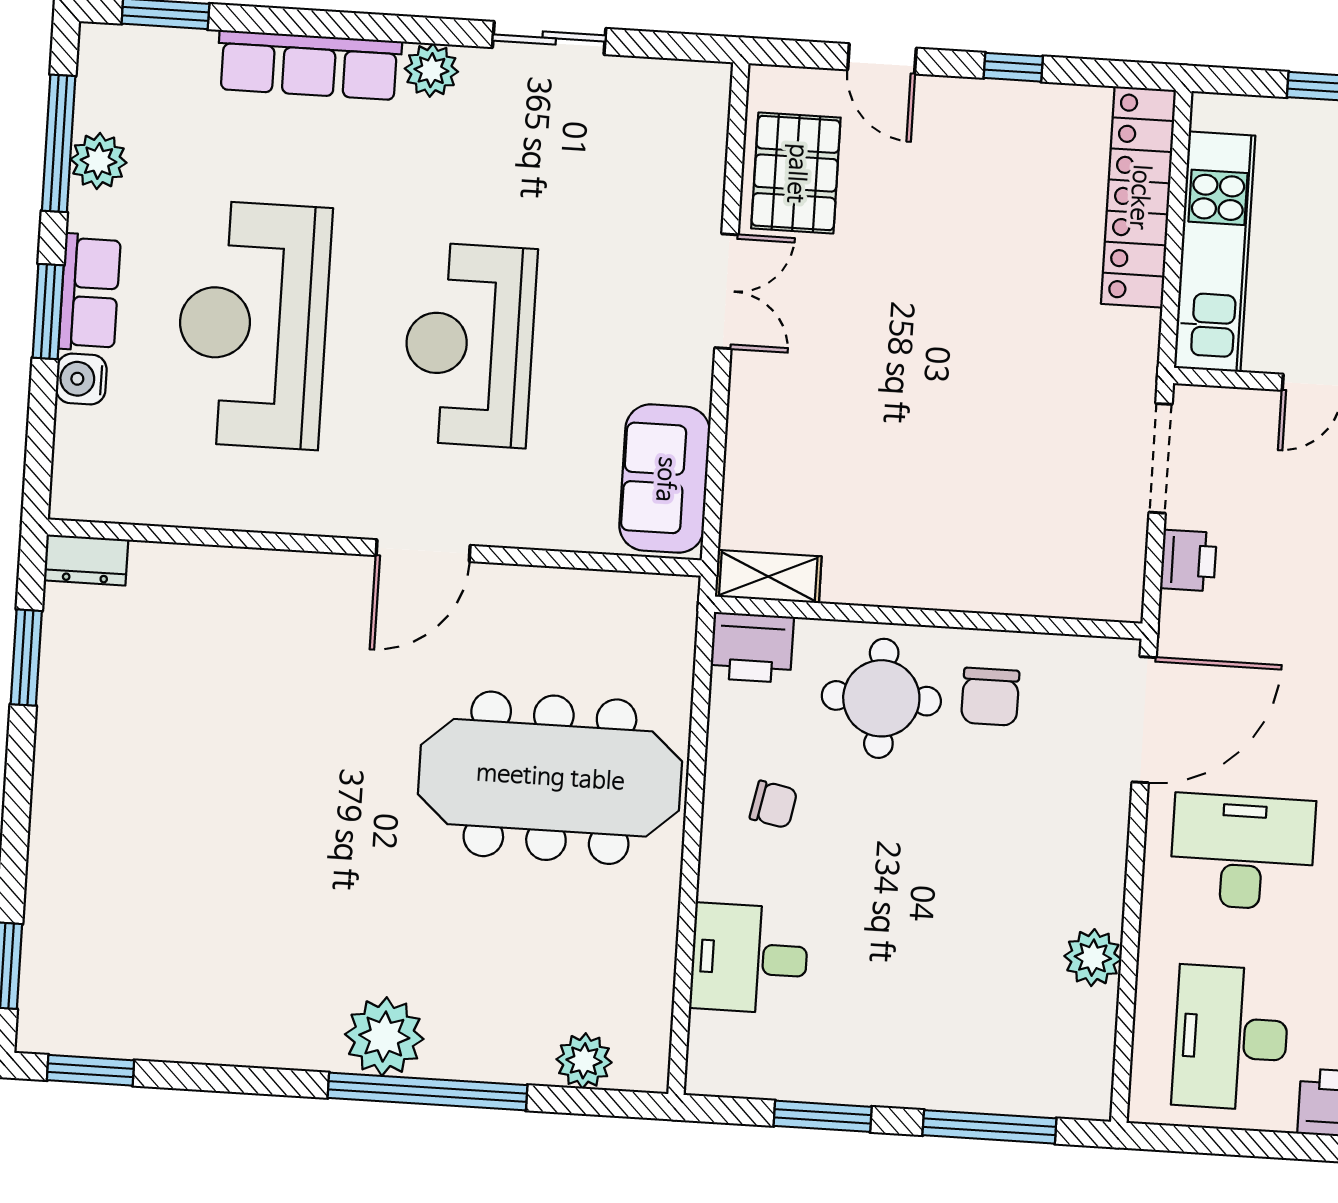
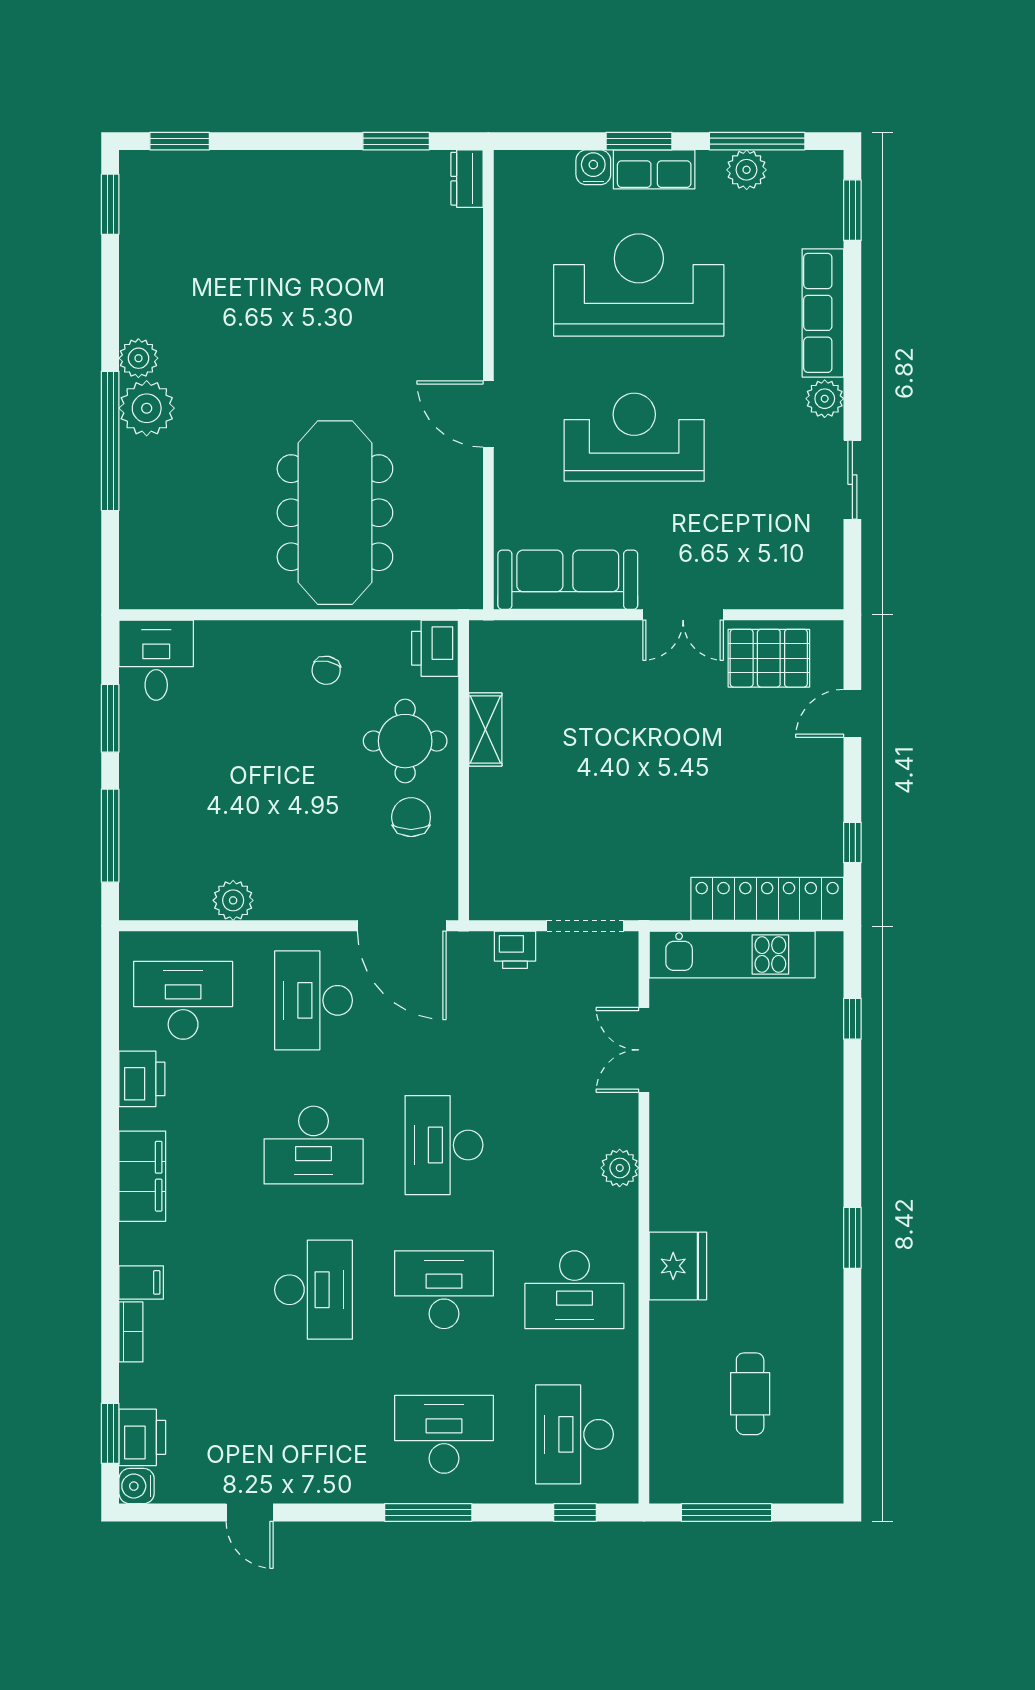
window: (1013, 67) -> (852, 842), moved
sofa: (665, 479) -> (568, 580), width x1.36
shelving: (768, 577) -> (485, 729), moved
chair: (990, 697) -> (411, 817), turned 90
desk: (1242, 852) -> (314, 1000), turned 180
desk: (749, 959) -> (156, 660), moved
plant: (584, 1061) -> (138, 358), moved

